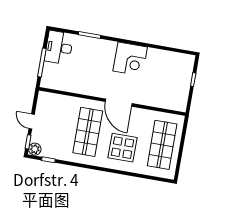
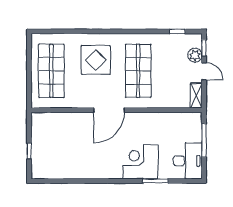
corner desk: (130, 59) -> (140, 162), moved
shelving: (42, 102) -> (196, 96), added
door: (119, 103) -> (109, 110), swing flipped
plant: (35, 149) -> (195, 55), moved

